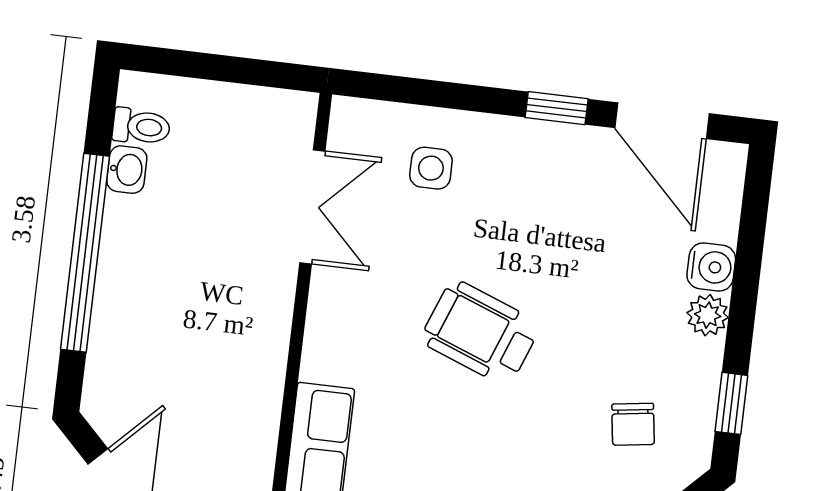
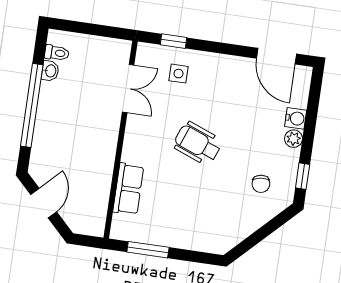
window: (557, 108) -> (173, 41), moved

